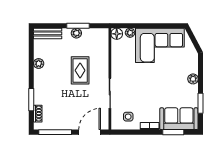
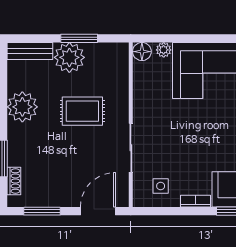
plant: (76, 33) -> (69, 57), width x1.87, depth x1.87
plant: (39, 63) -> (22, 107), width x1.87, depth x1.87
rug: (80, 70) -> (82, 111), turned 90
window: (55, 132) -> (42, 211), width x0.69

